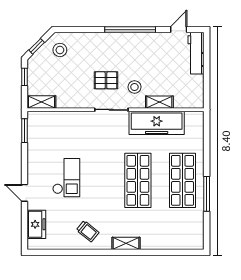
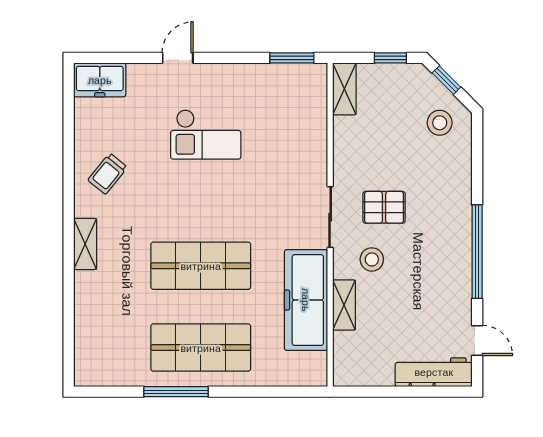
pallet: (106, 80) -> (384, 207), turned 90
freezer: (36, 224) -> (100, 80), moved

